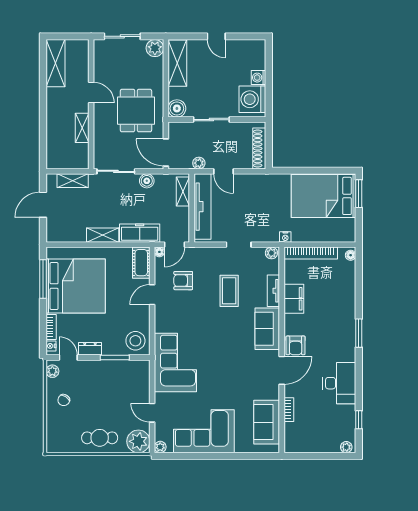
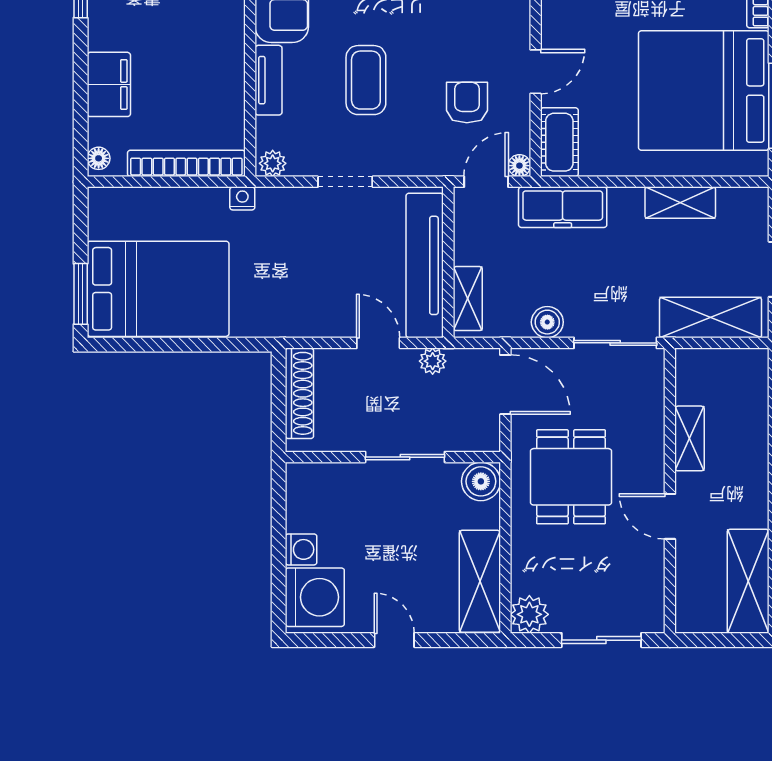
washing machine: (252, 99) -> (315, 597), moved
shelving: (73, 181) -> (711, 317), width x1.50, depth x1.33
shelving: (103, 235) -> (680, 203), moved
armchair: (183, 281) -> (467, 103), turned -90
filing cabinet: (294, 299) -> (109, 84), moved, turned 180

